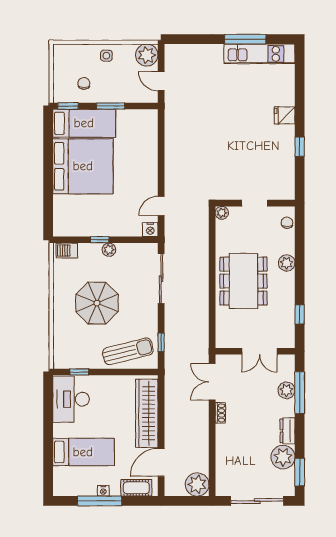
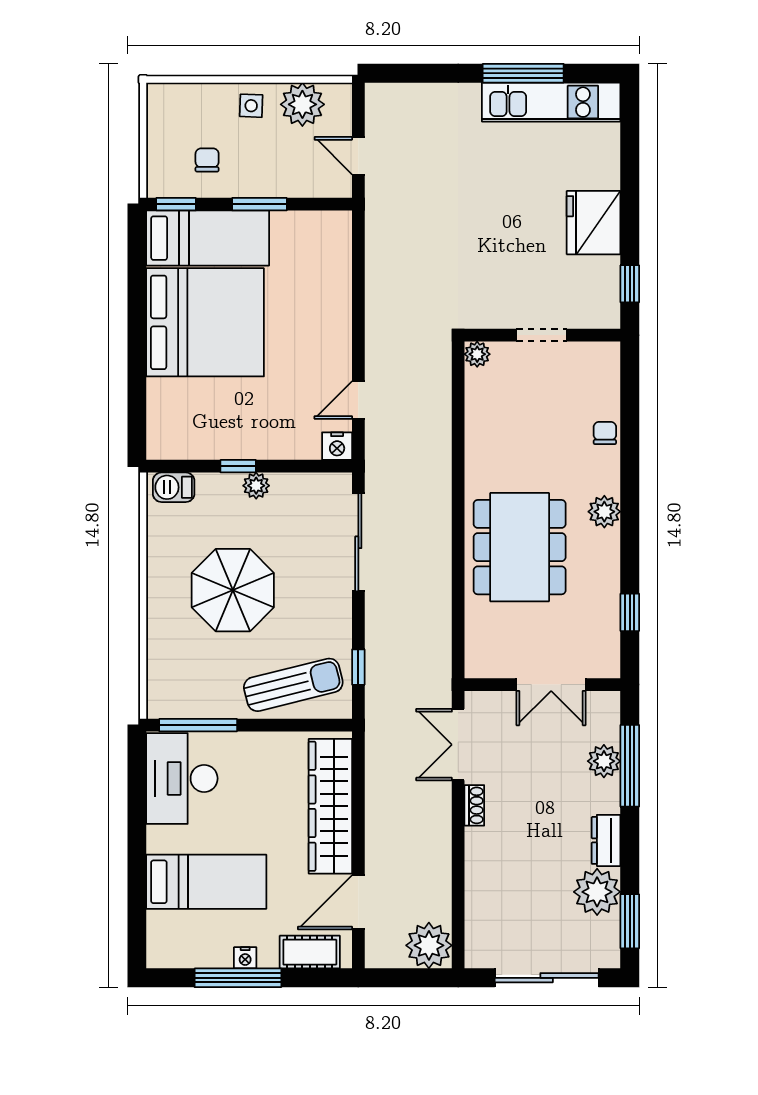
plant: (147, 55) -> (302, 104), moved
fridge: (285, 115) -> (594, 223), width x1.88, depth x1.34
doorway: (255, 203) -> (541, 335), moved
wall: (255, 203) -> (542, 335), moved
plant: (222, 213) -> (477, 354), moved
window: (79, 372) -> (198, 725), width x2.17

